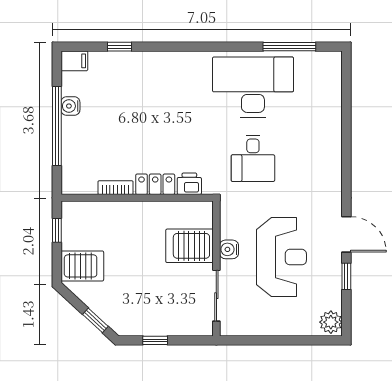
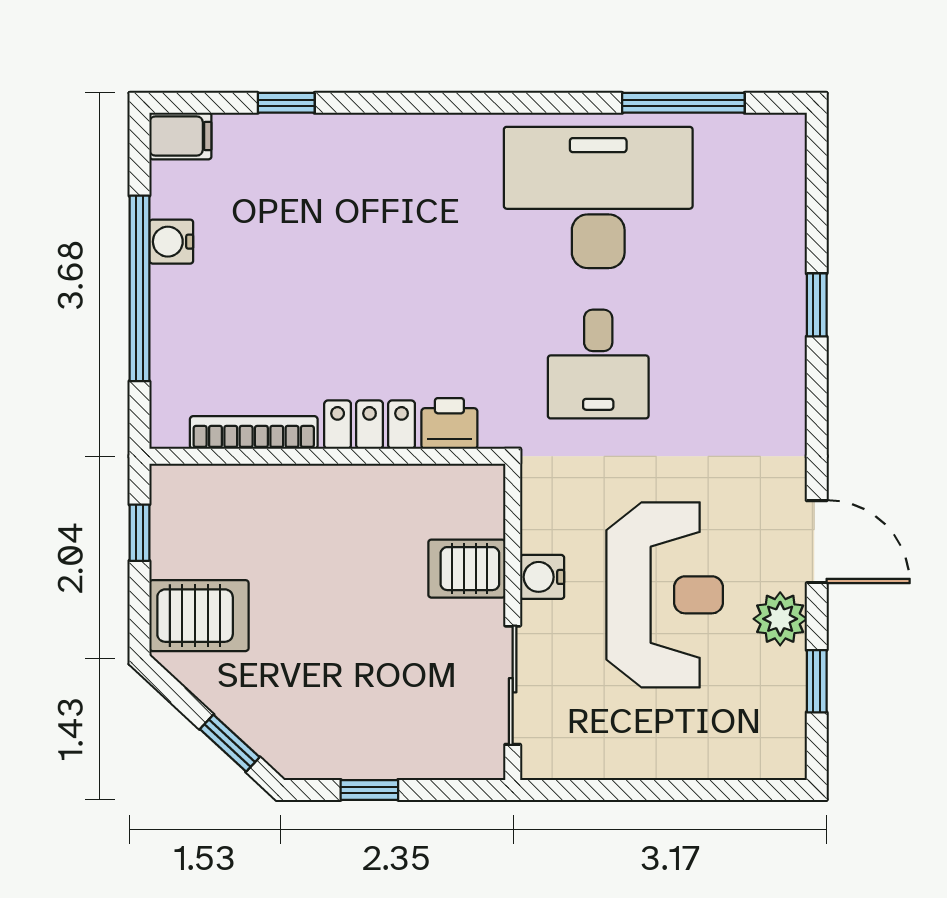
window: (346, 133) -> (817, 305), added
bookcase: (116, 188) -> (254, 433), width x1.56
server rack: (190, 246) -> (467, 569), width x0.73, depth x0.70
window: (346, 276) -> (817, 681), moved
plant: (331, 322) -> (780, 619), moved

